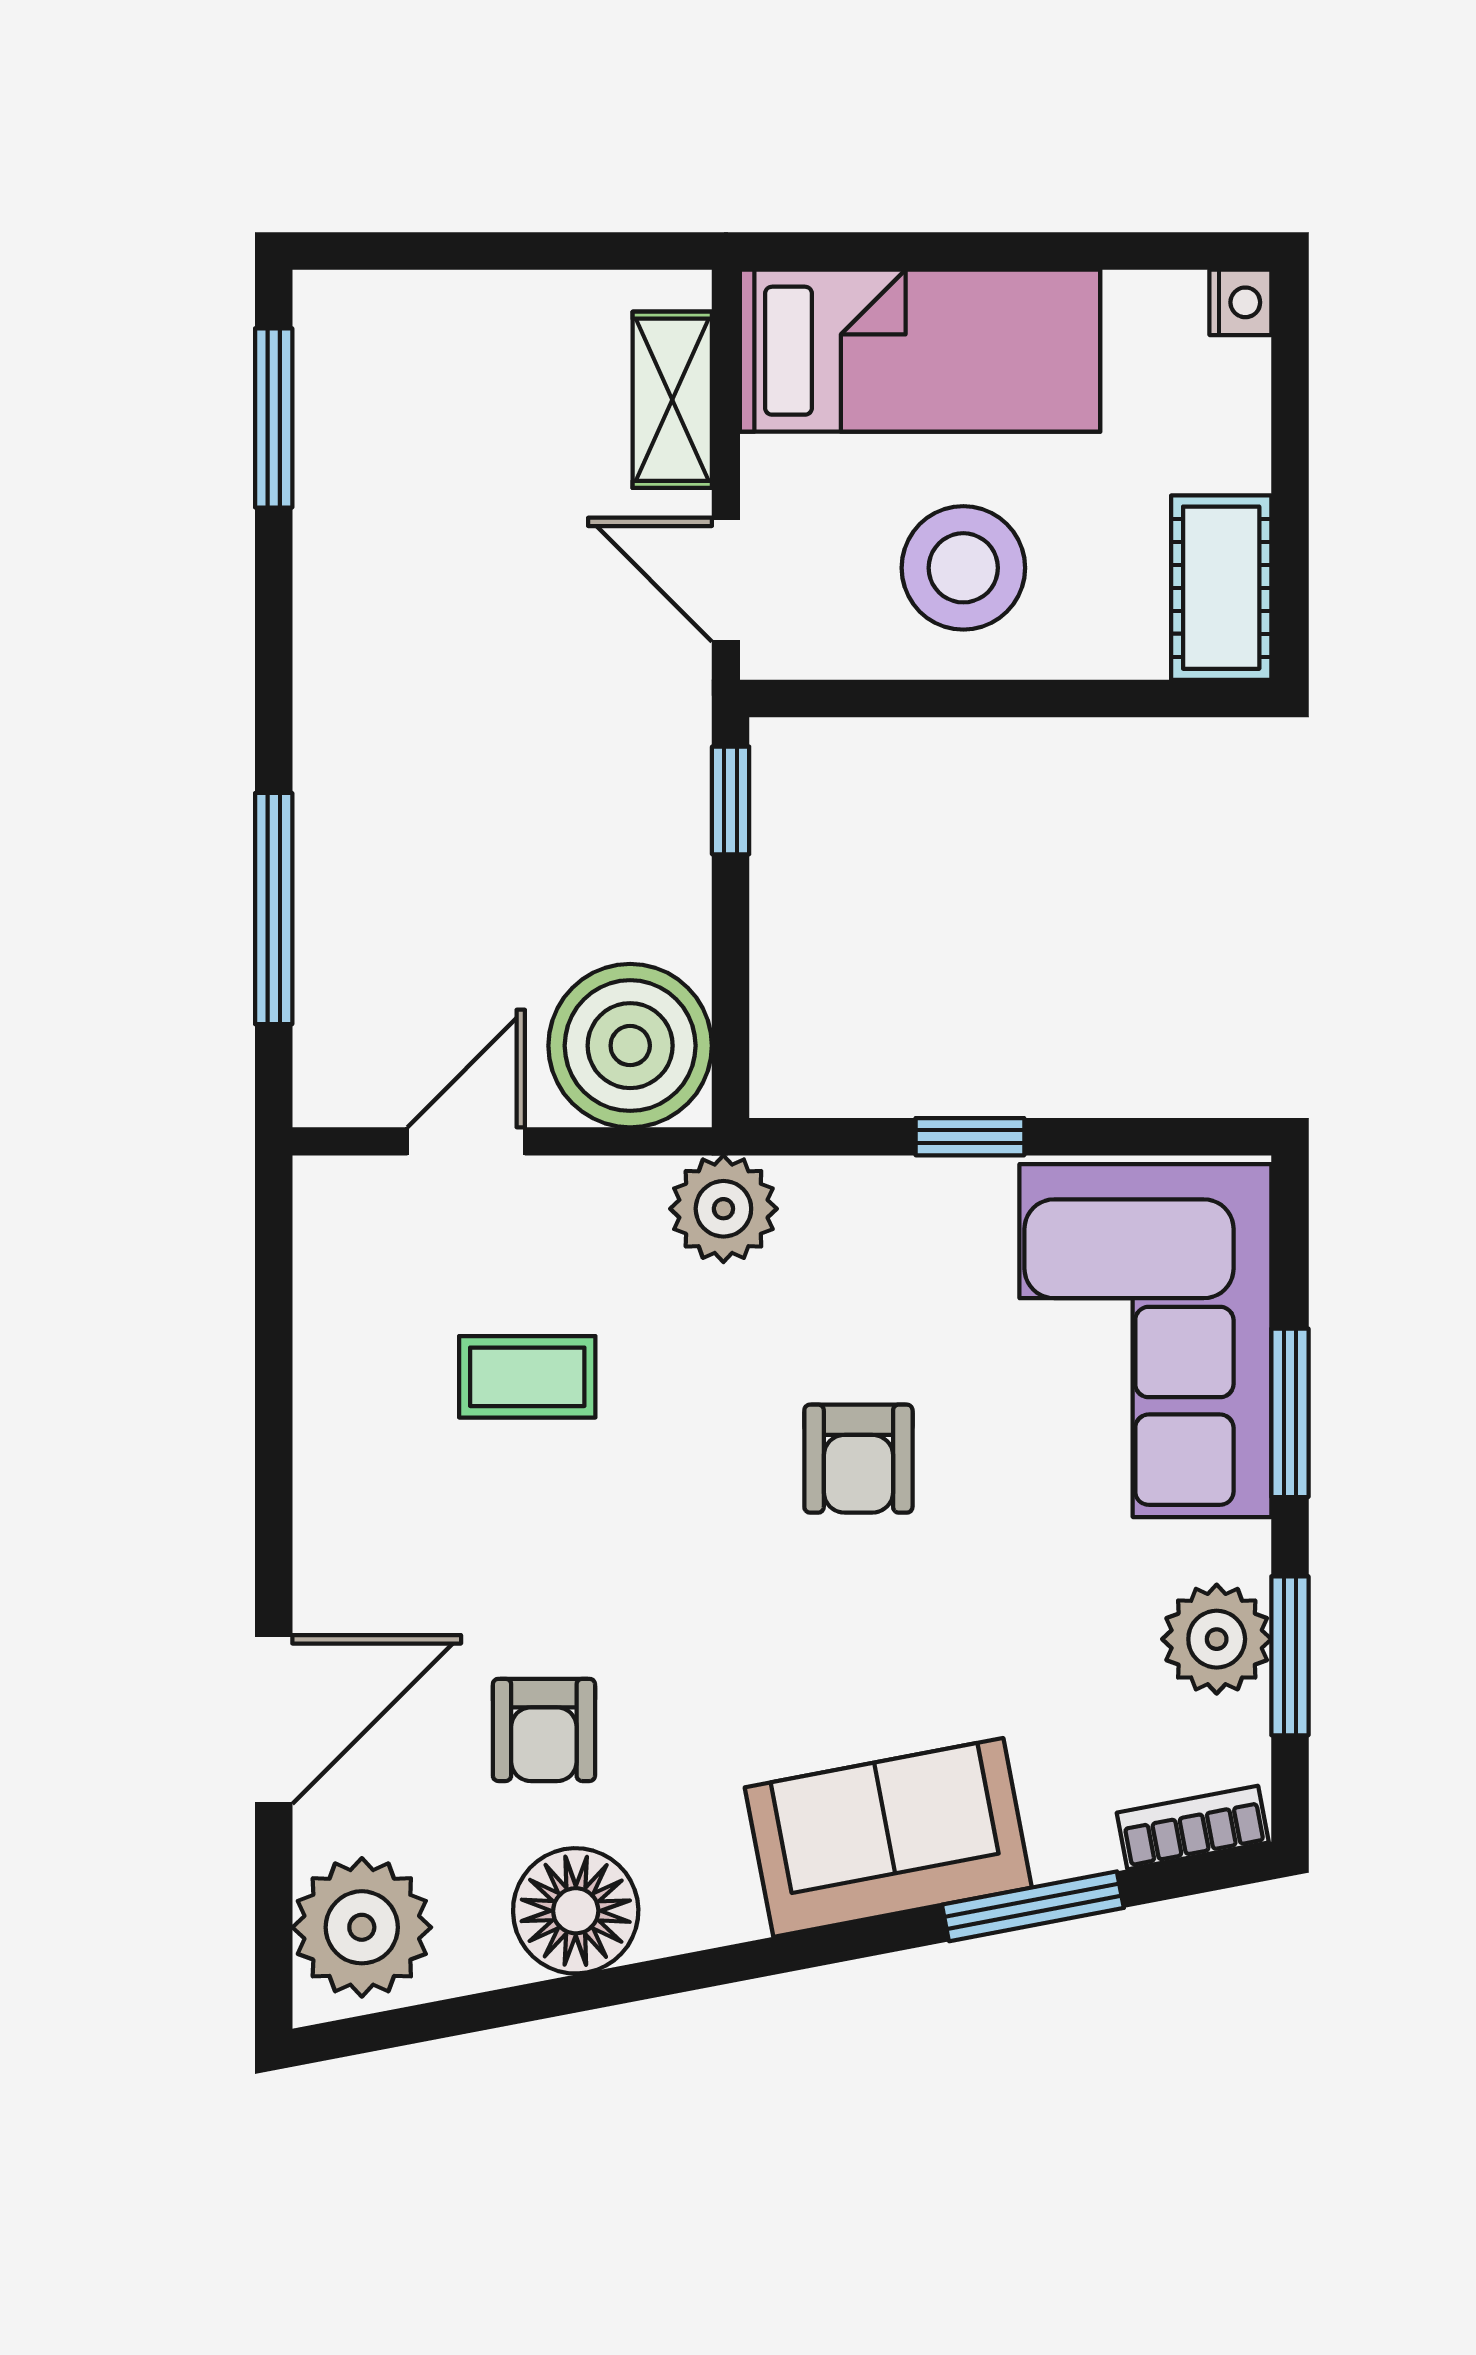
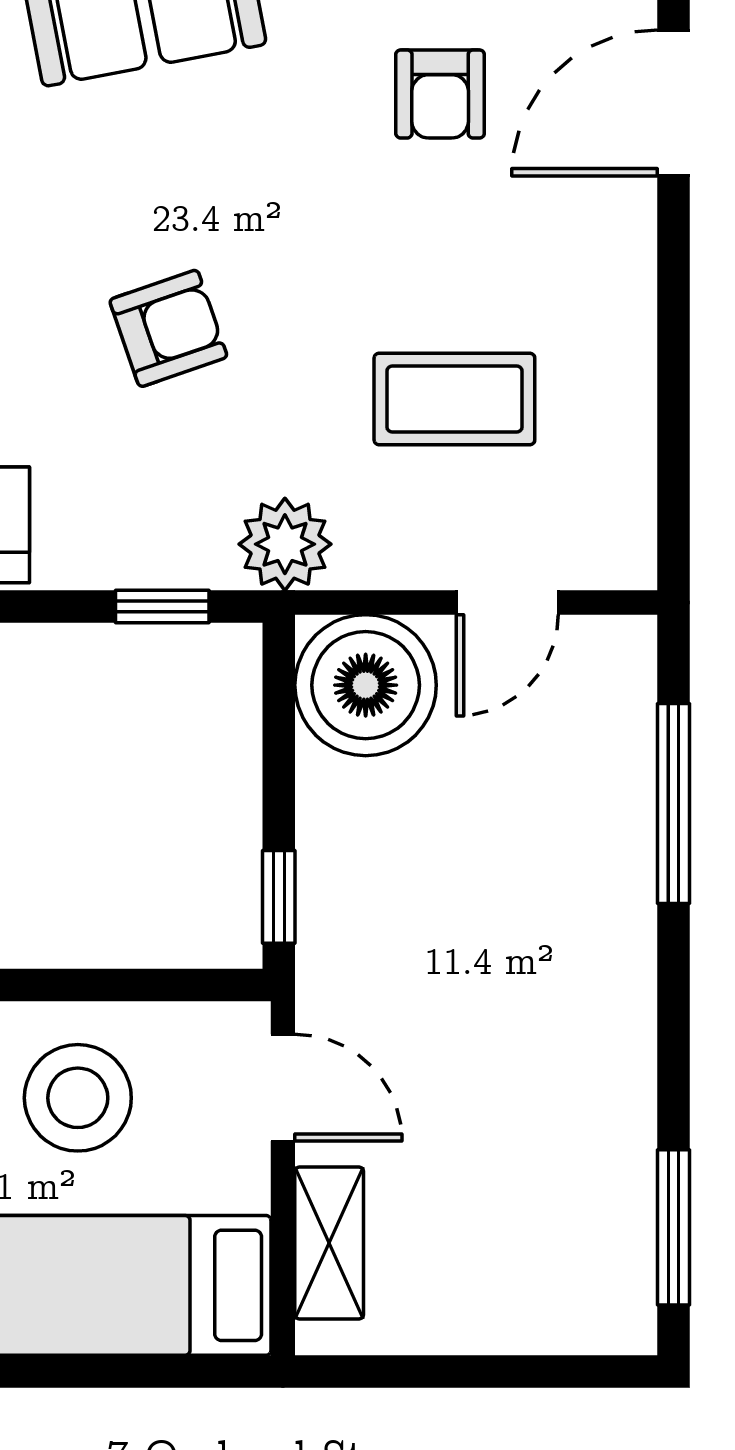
window: (970, 1137) -> (162, 606), moved
coffee table: (527, 1377) -> (454, 399), width x1.36, depth x1.30
armchair: (858, 1459) -> (168, 328), turned 71
armchair: (544, 1730) -> (440, 94), turned 180

